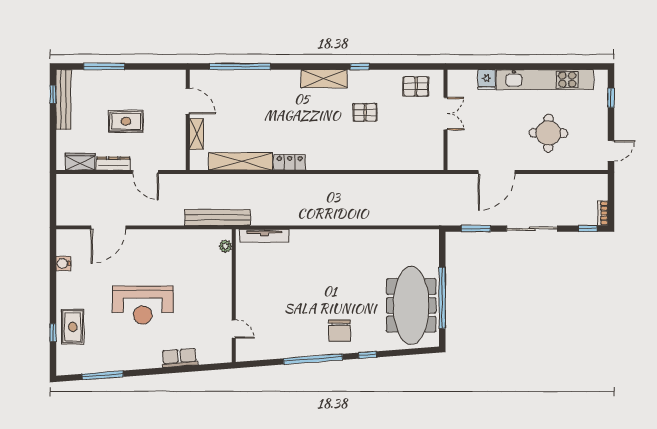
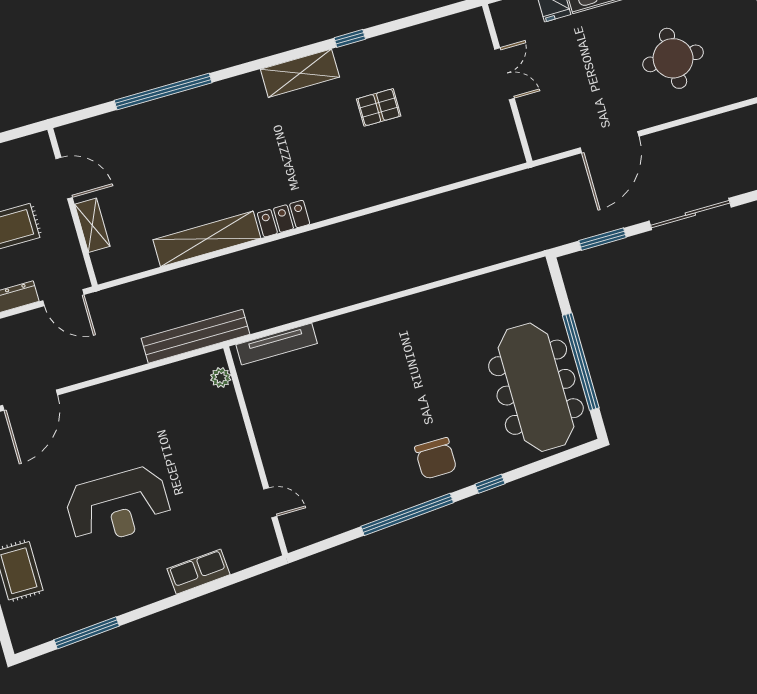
pallet: (416, 86) -> (446, 45), removed
door: (188, 101) -> (64, 178), moved
wall: (188, 120) -> (72, 207), moved
shelving: (197, 134) -> (92, 225), moved

